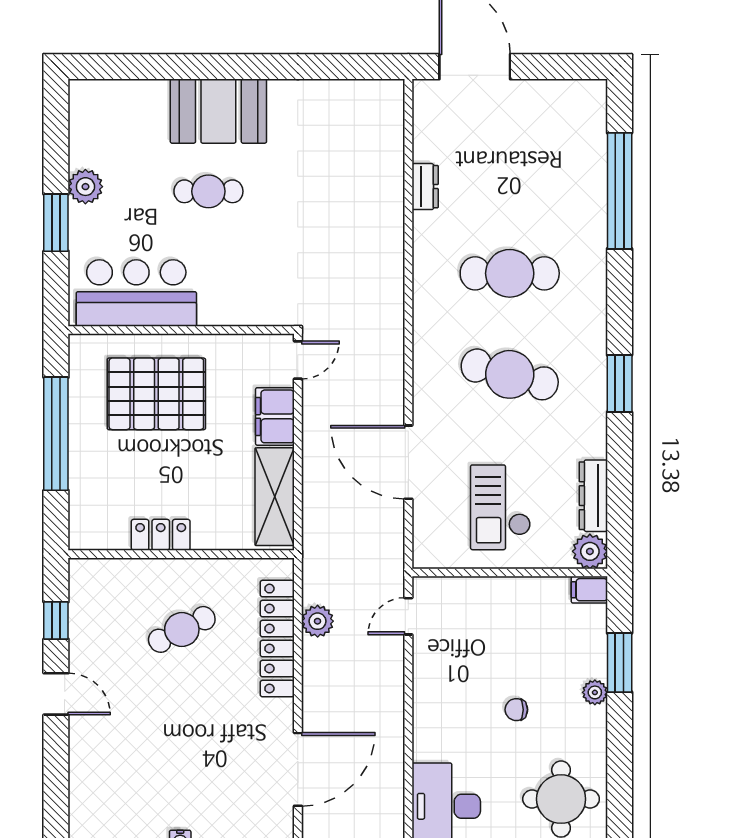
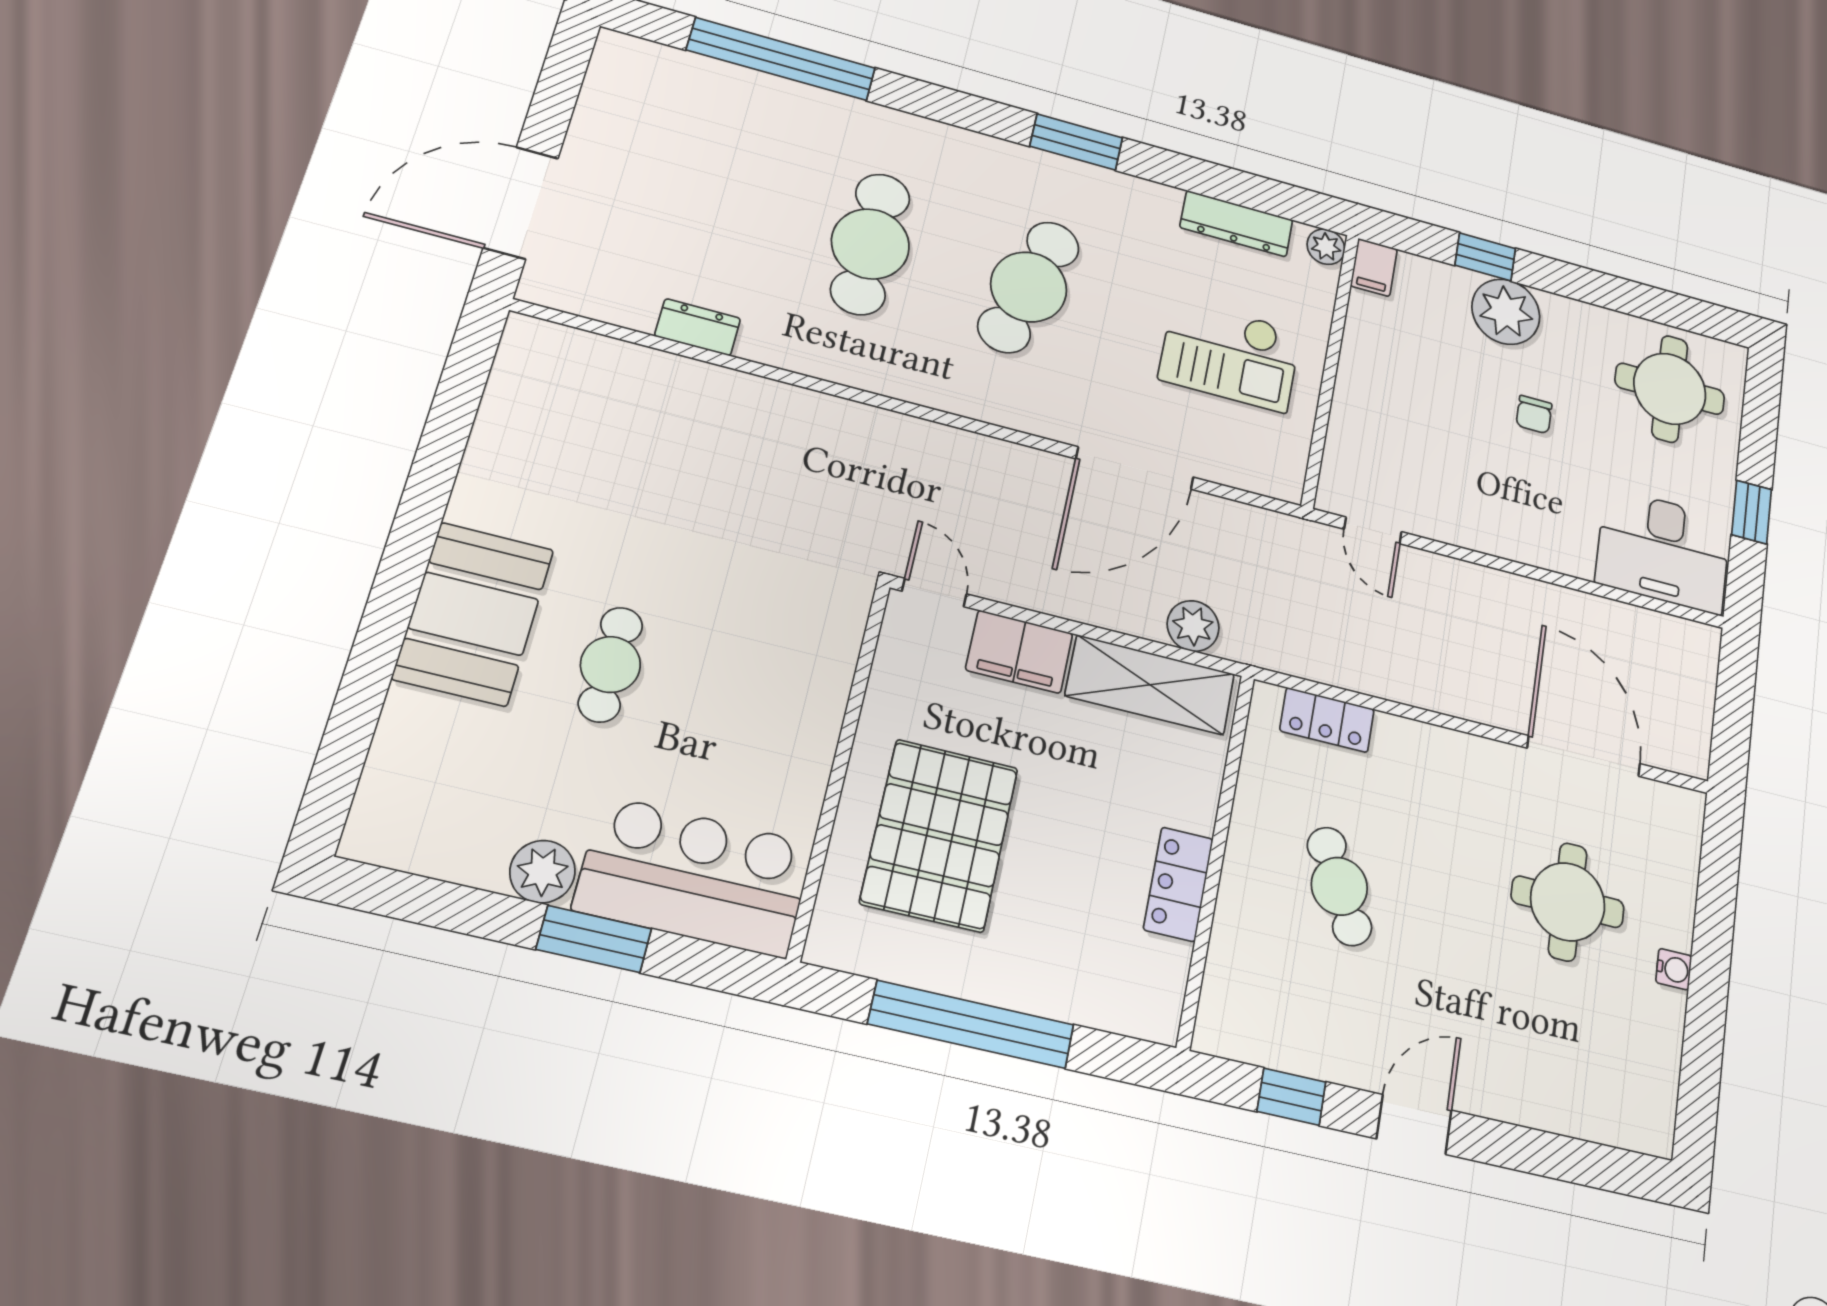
bar counter: (136, 293) -> (694, 877), moved, turned 90
plant: (590, 551) -> (1326, 247), width x0.73, depth x0.73
plant: (318, 621) -> (1193, 626), moved
locker: (277, 639) -> (1327, 720), width x0.46, depth x0.83
window: (620, 663) -> (1485, 257), width x0.67
plant: (595, 692) -> (1506, 312), width x1.88, depth x1.88
round table: (205, 770) -> (1568, 902), added

